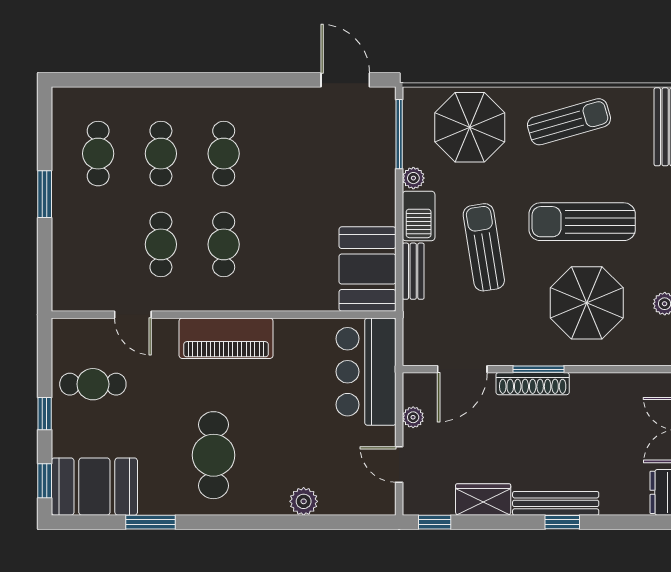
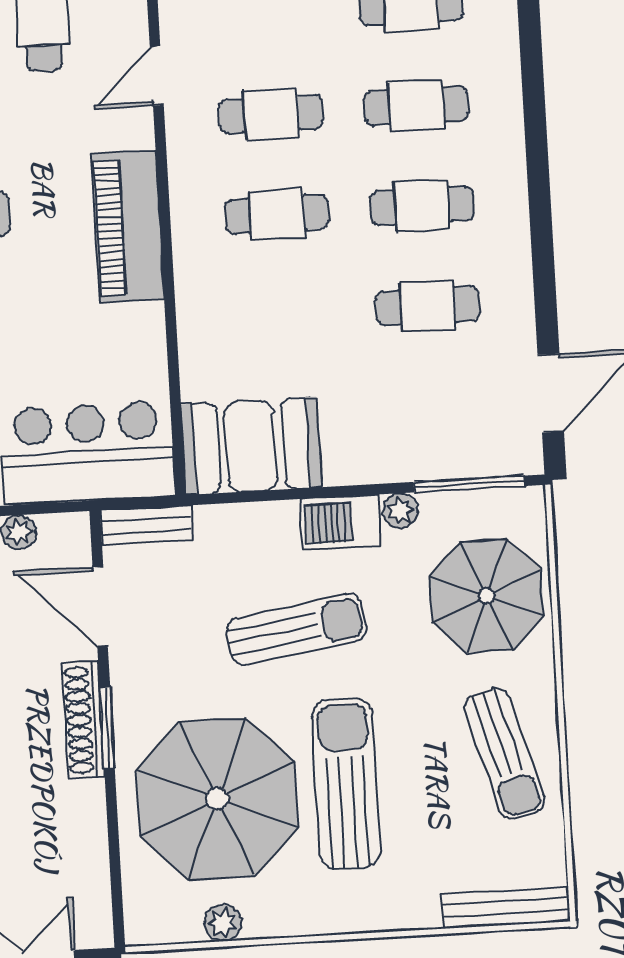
cafe table: (286, 154) -> (428, 306), added
bench: (413, 271) -> (147, 525), moved
parasol: (587, 303) -> (217, 799), width x1.36, depth x1.36

